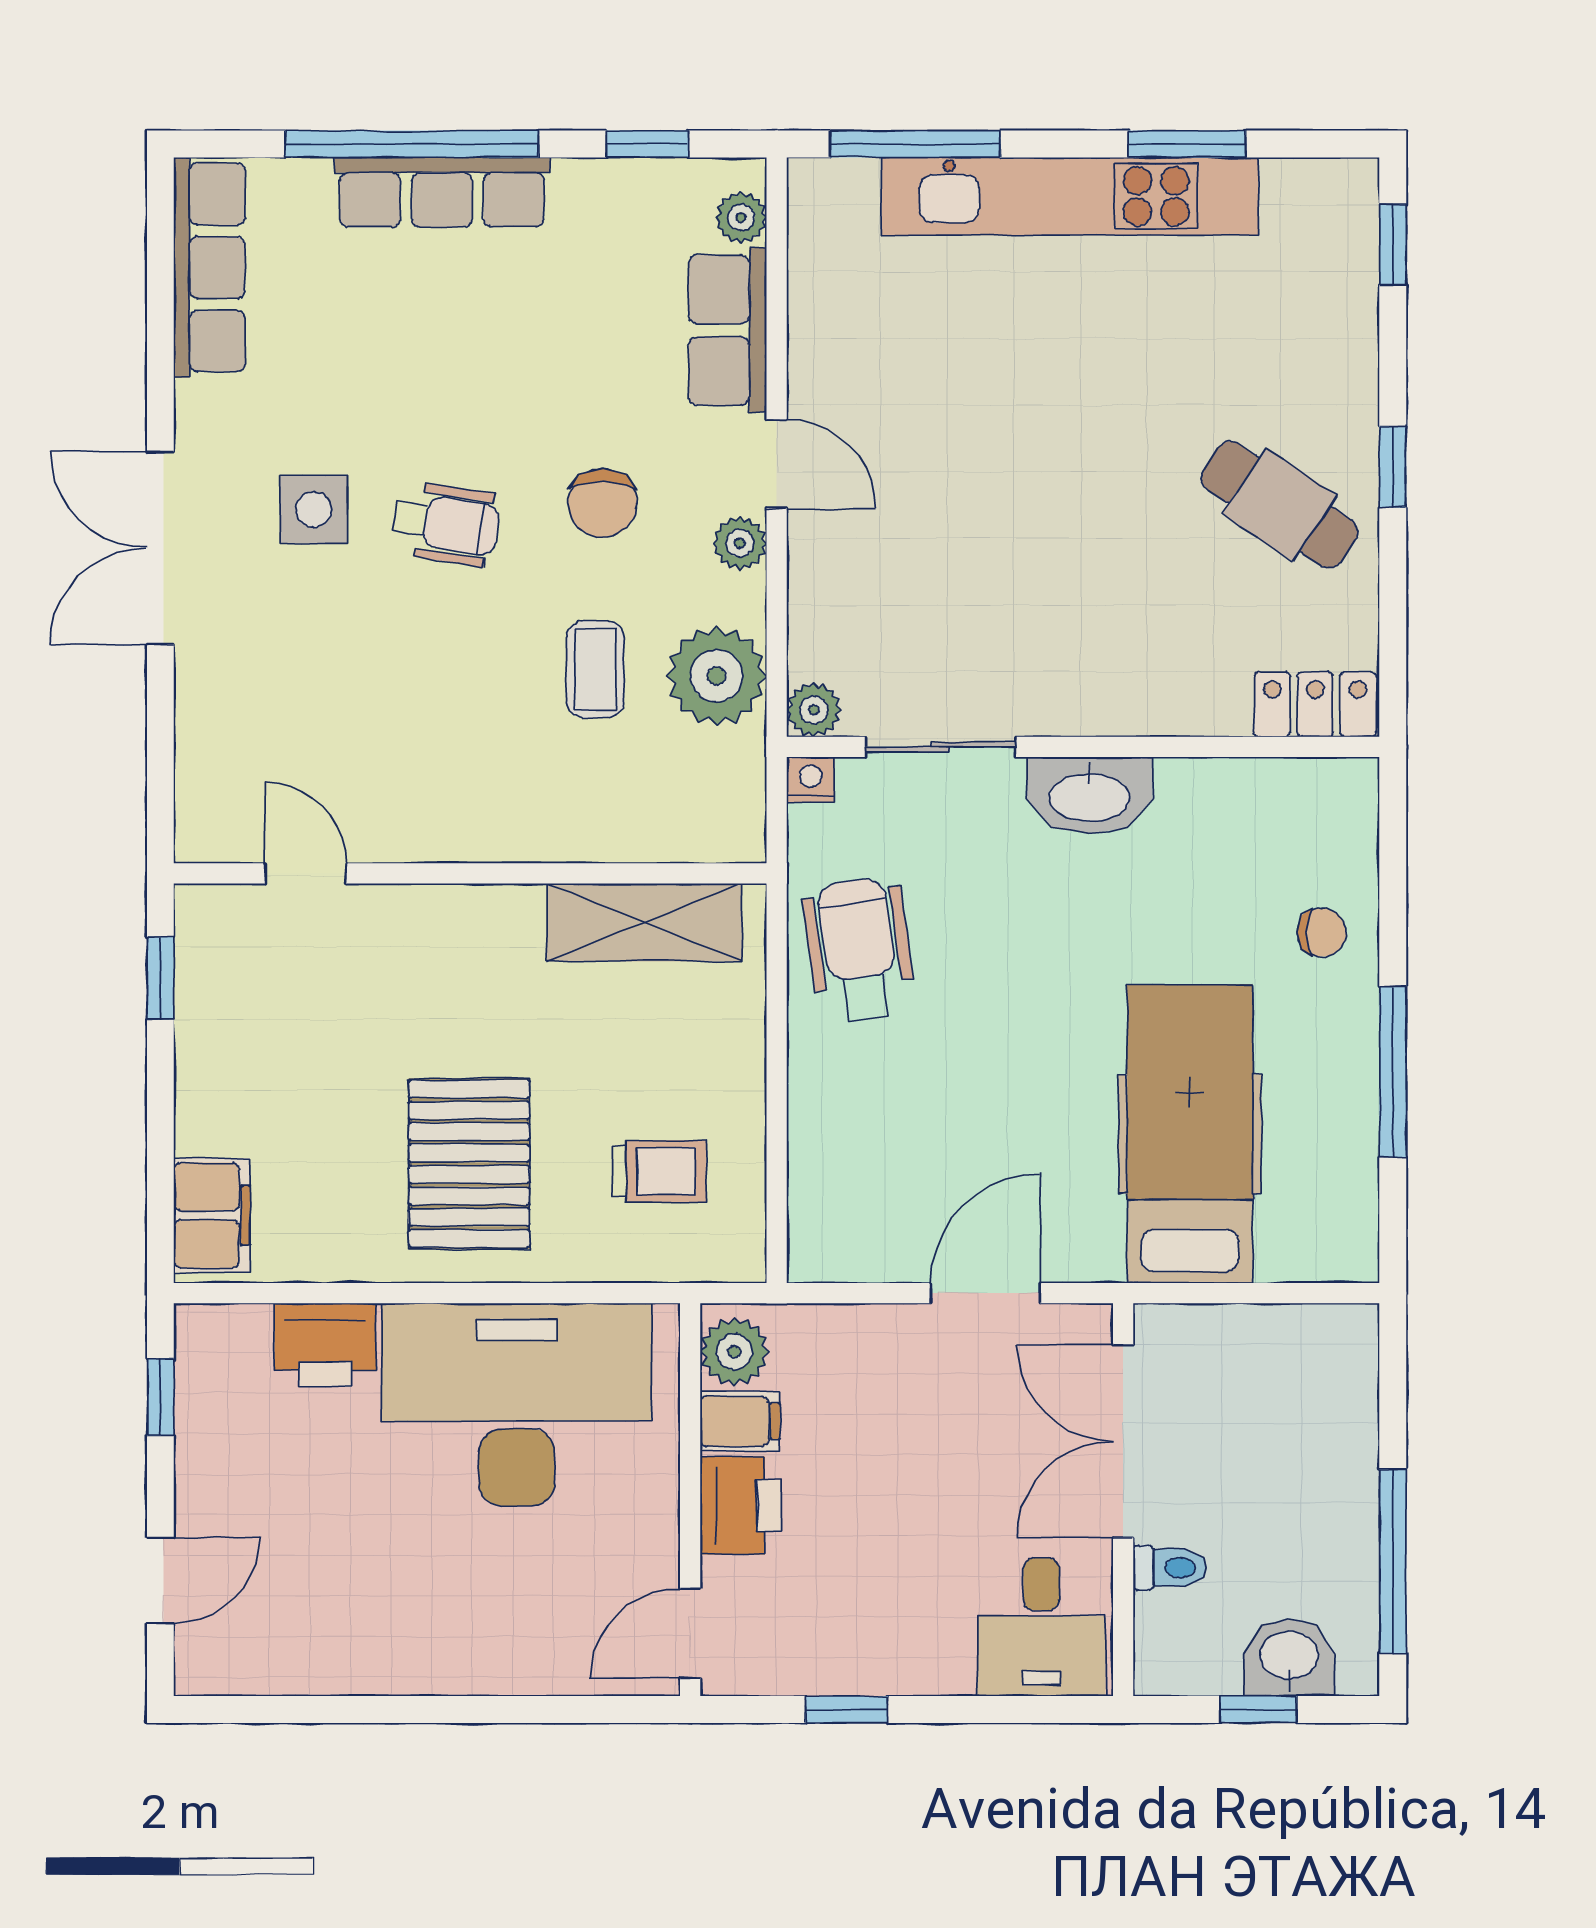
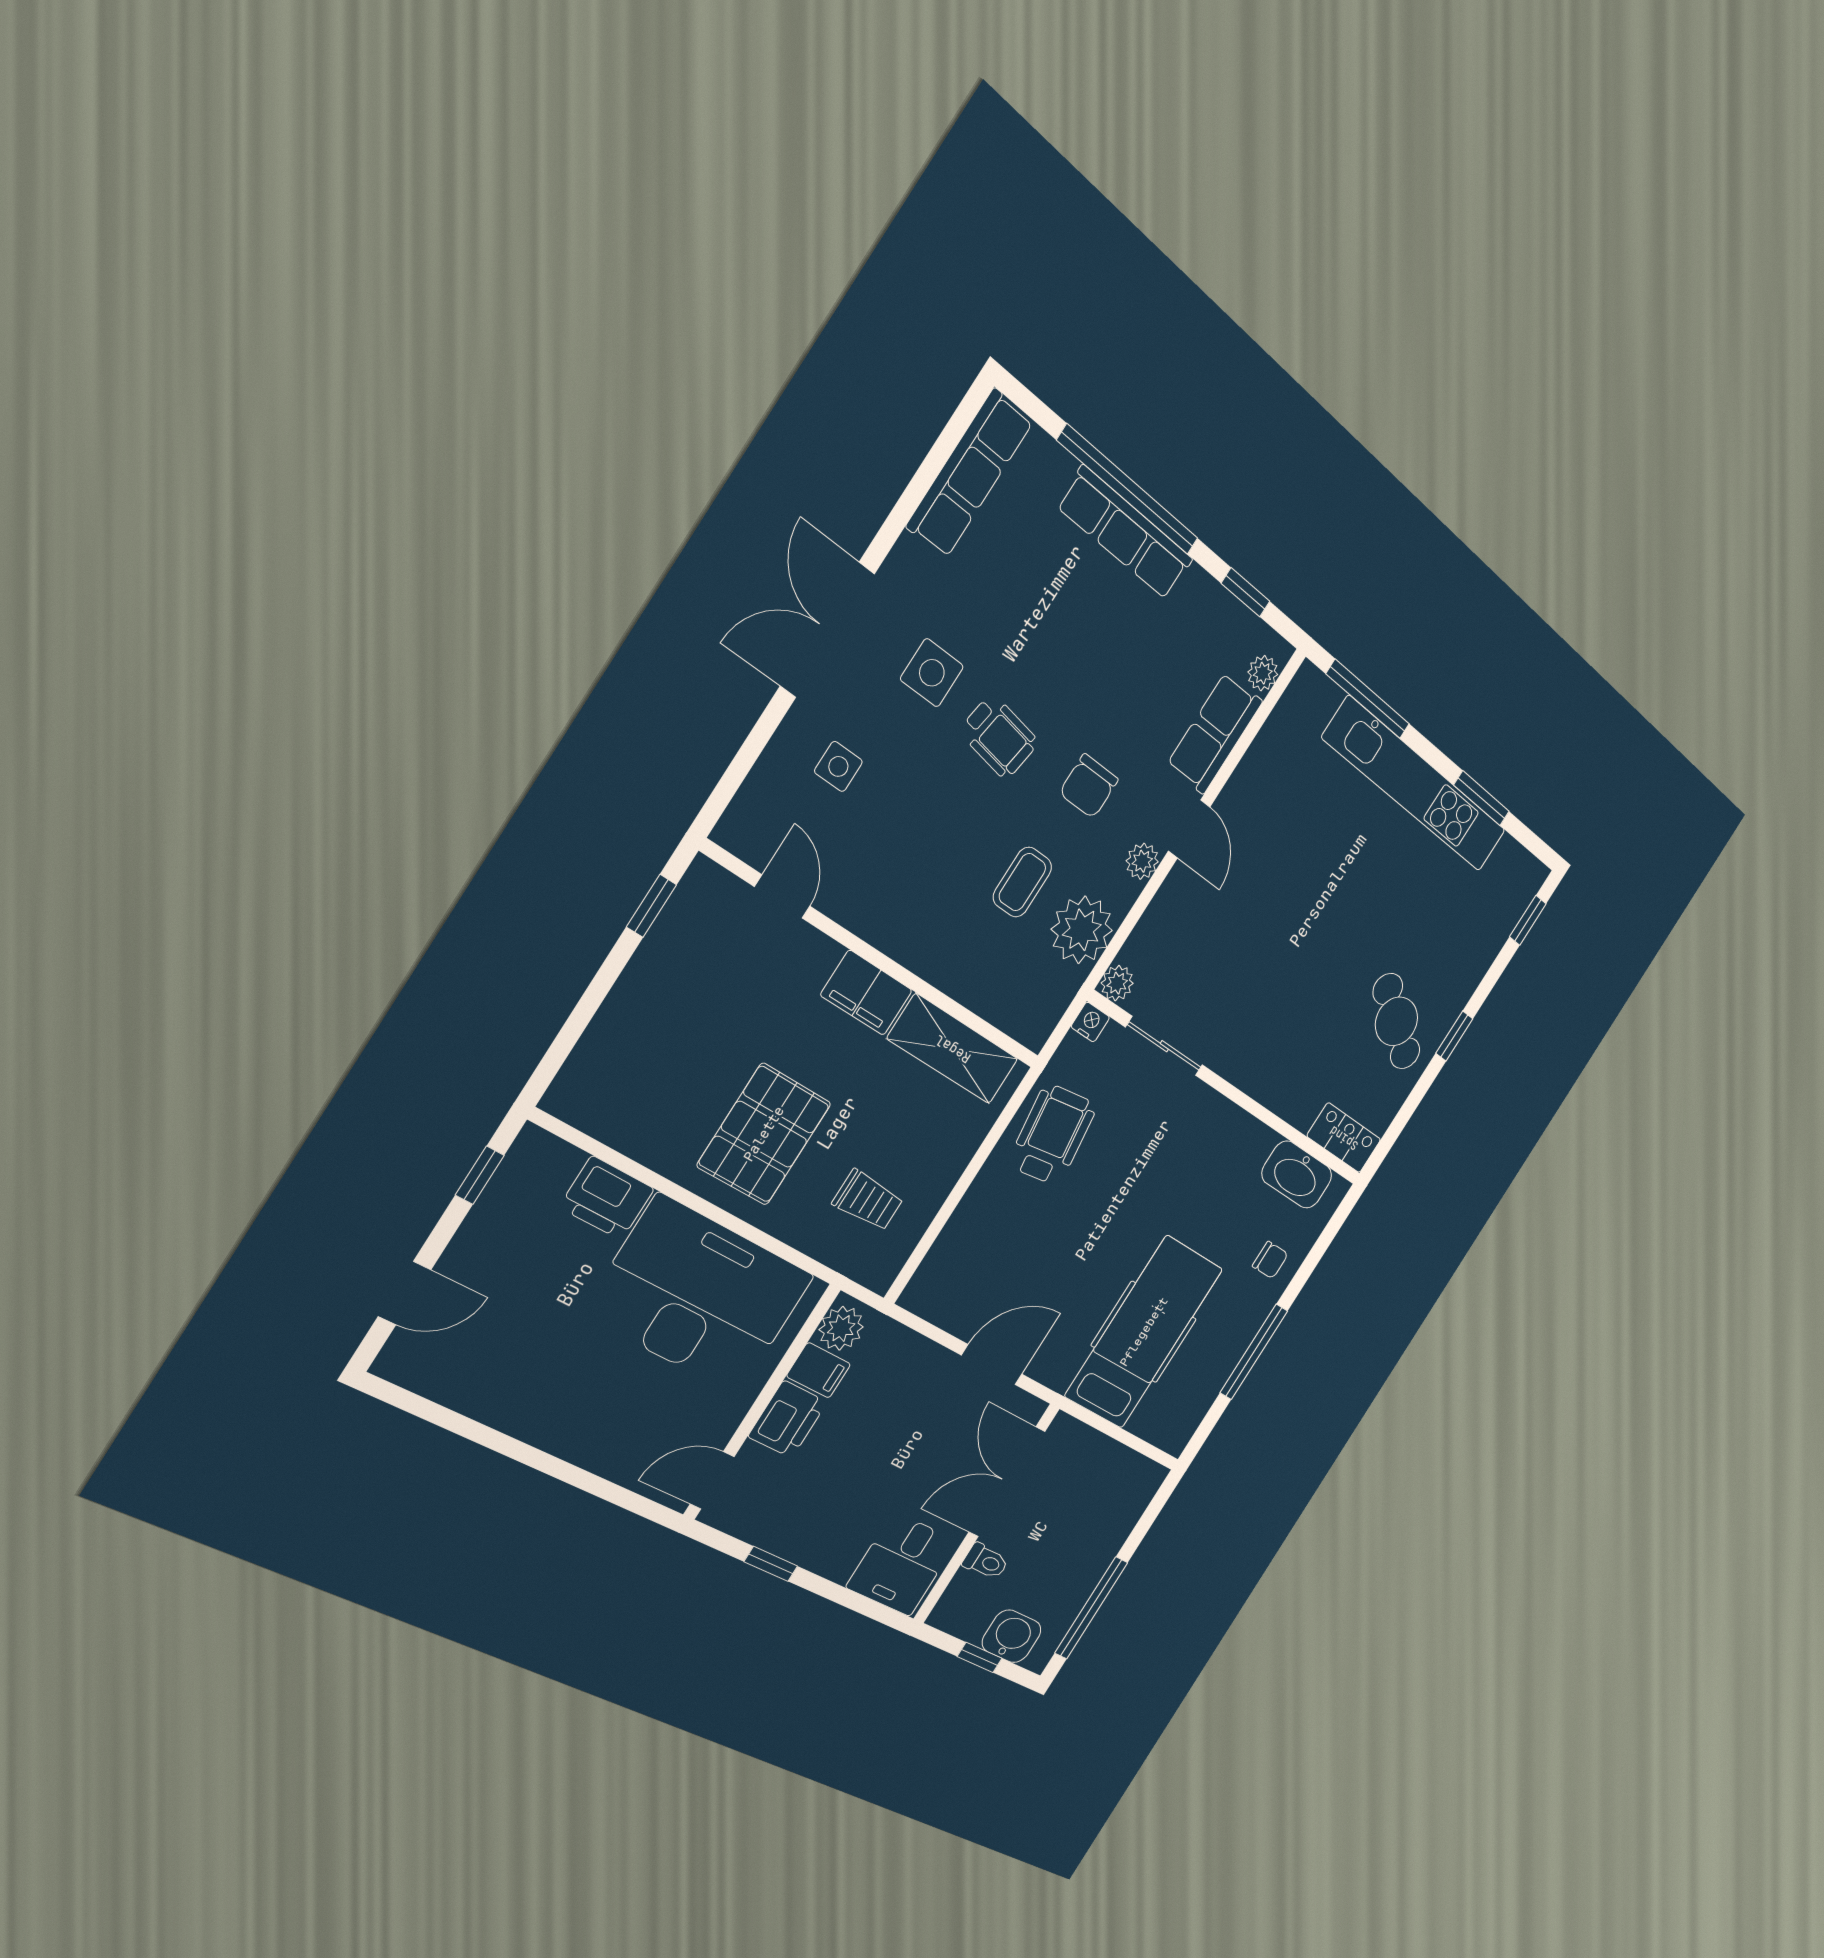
side table: (274, 686) -> (838, 766), added
washbasin: (1089, 795) -> (1297, 1175), moved
filing cabinet: (212, 1215) -> (866, 993), moved, turned 90

